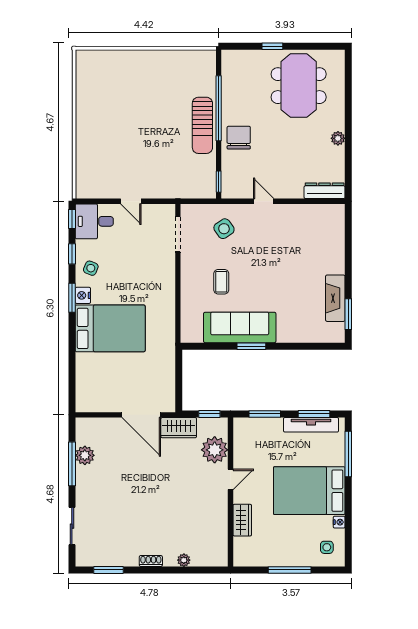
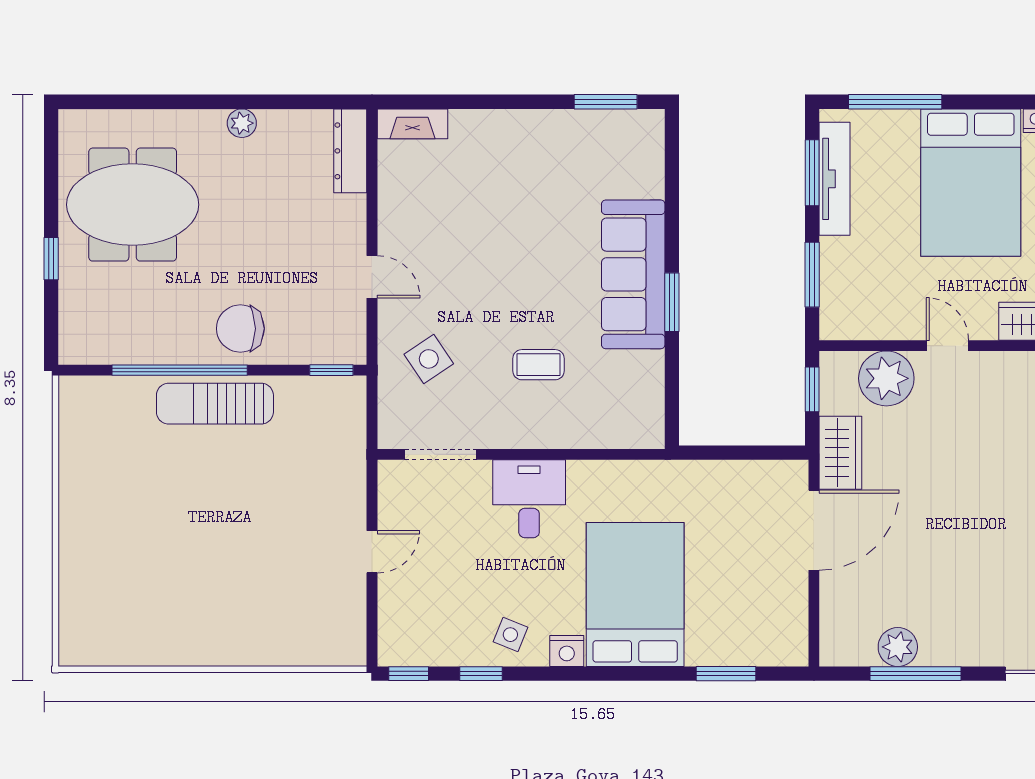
sun lounger: (202, 125) -> (215, 404), turned 180
door: (264, 201) -> (372, 277), swing flipped
desk: (94, 221) -> (529, 499), moved, turned 180
window: (72, 298) -> (726, 674), moved
fireplace: (335, 298) -> (412, 124), moved, width x0.73, depth x0.76
sofa: (240, 327) -> (633, 274), moved

